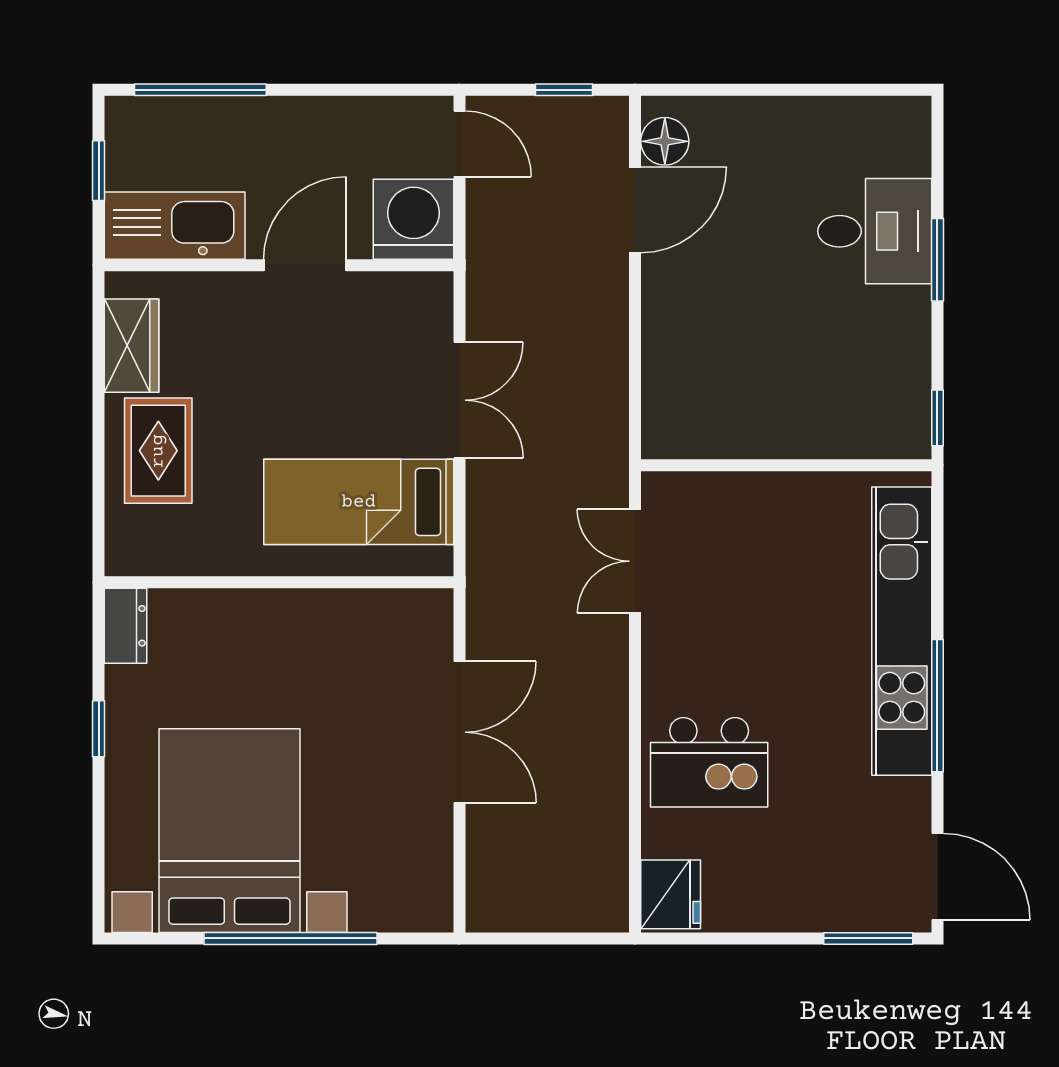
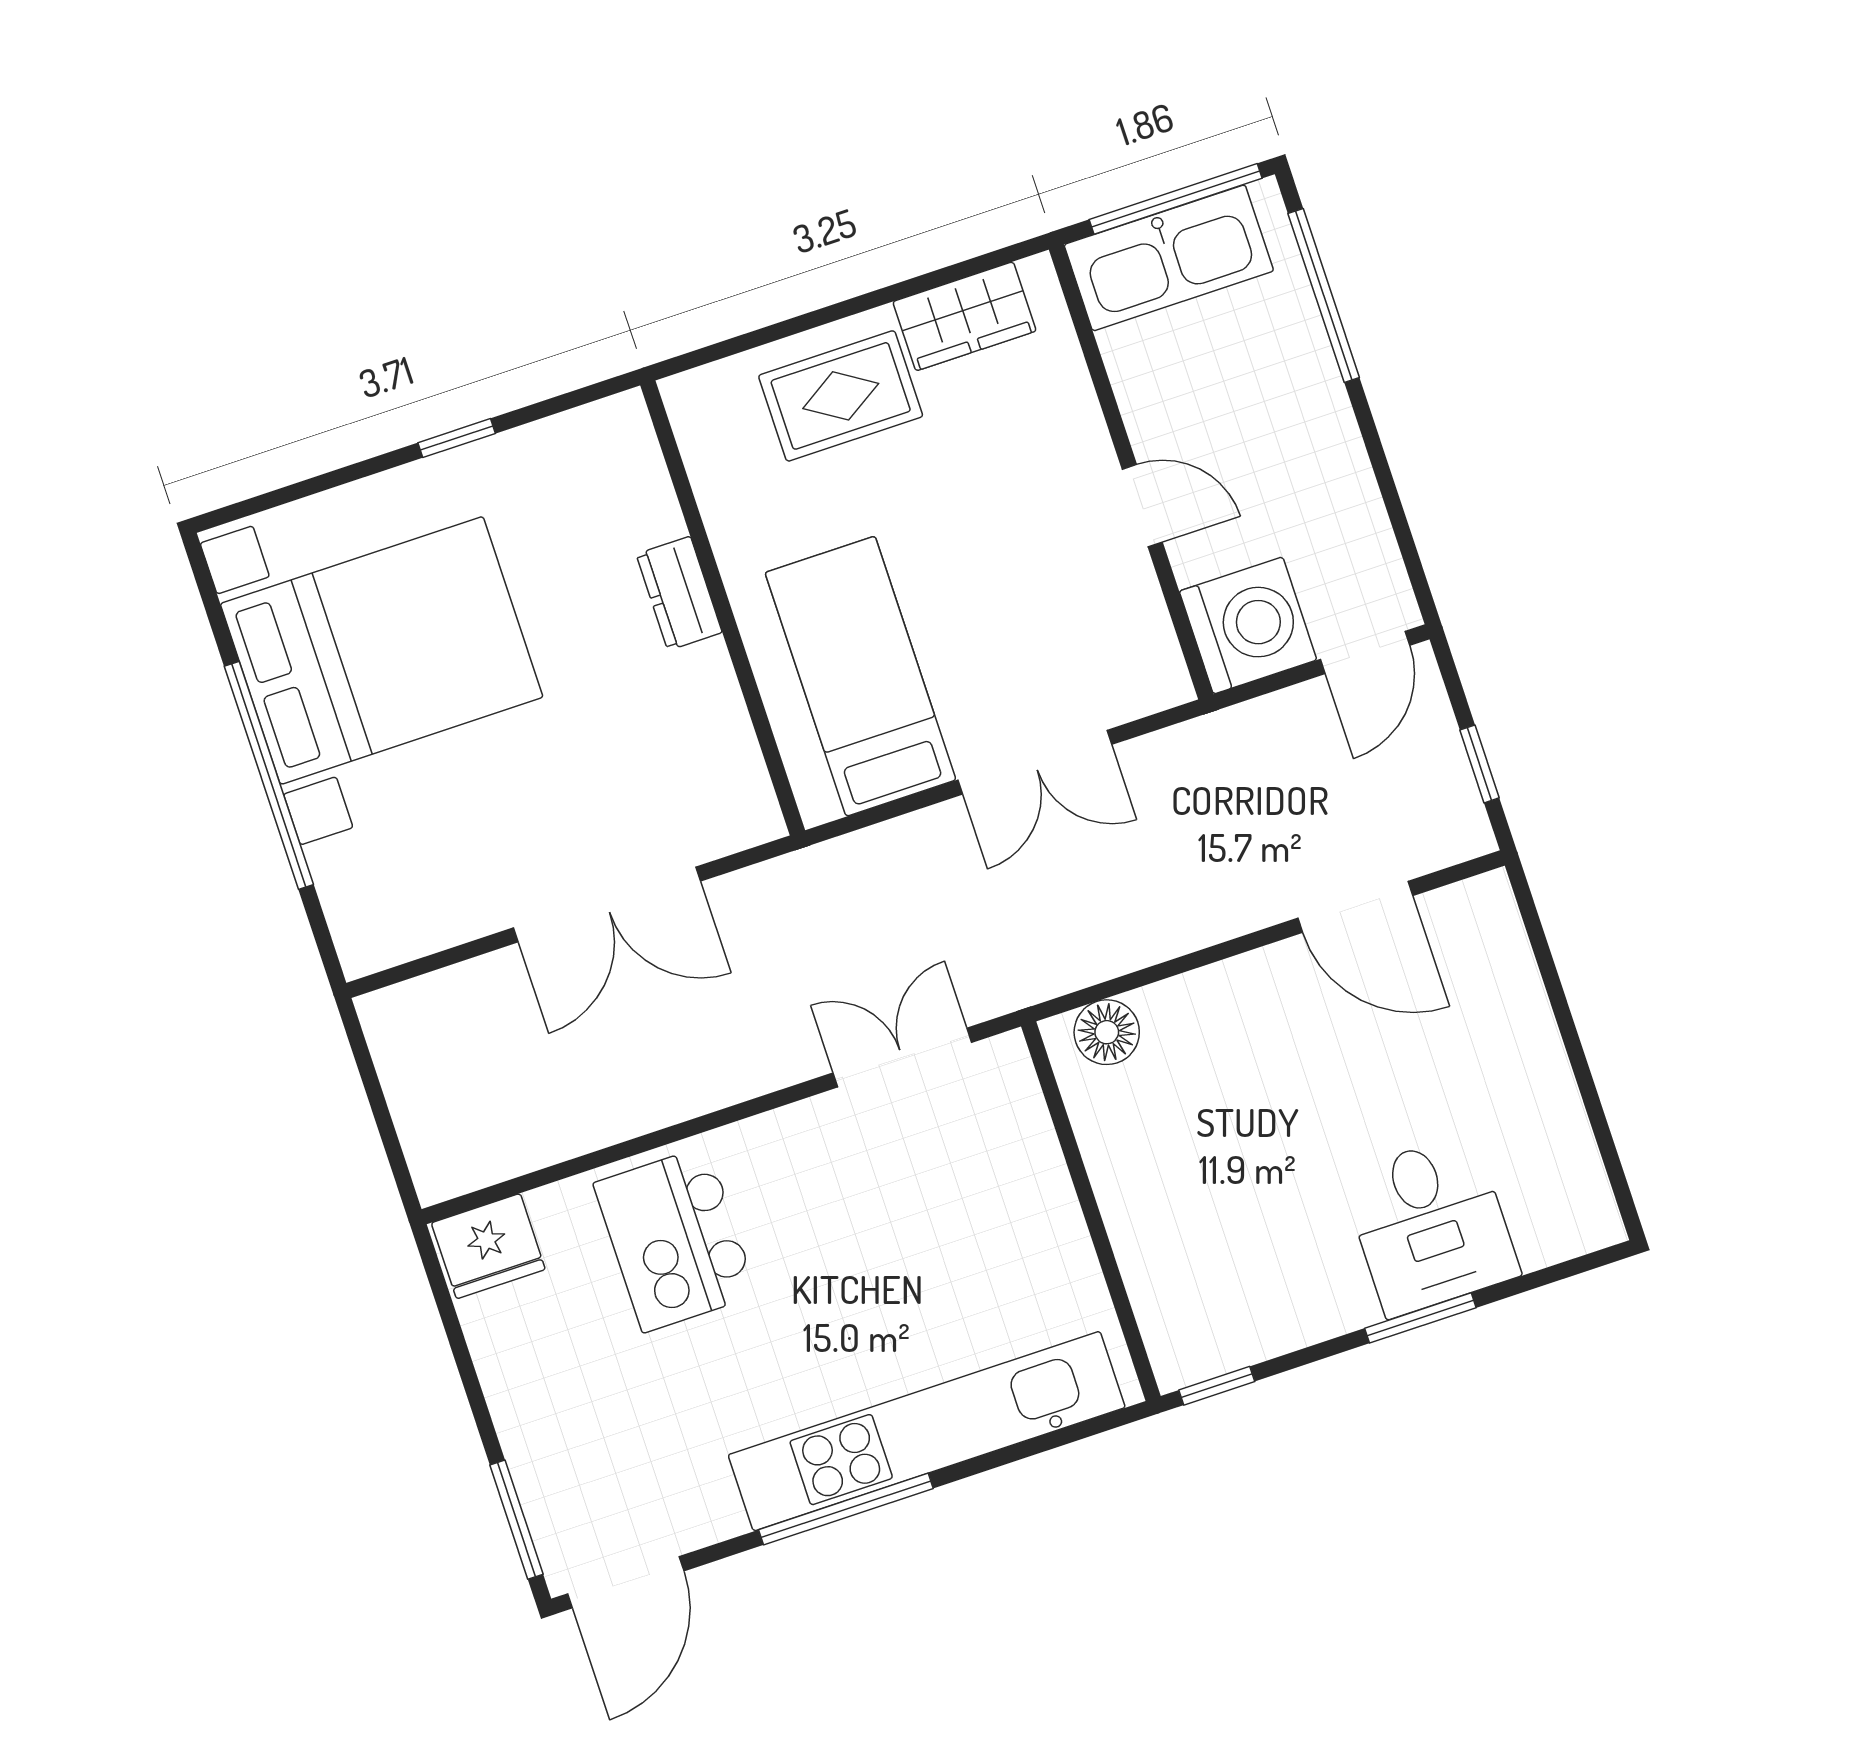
floor lamp: (665, 141) -> (1107, 1032), moved
window: (99, 171) -> (1176, 199), width x2.17
kitchen sink: (175, 226) -> (1169, 258), moved, turned 90
door: (305, 265) -> (1142, 506), width x0.73
dresser: (126, 626) -> (679, 593), moved, turned 90

